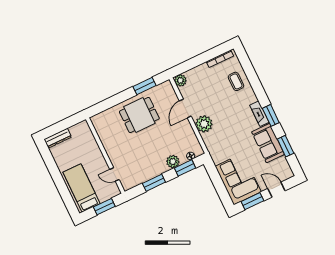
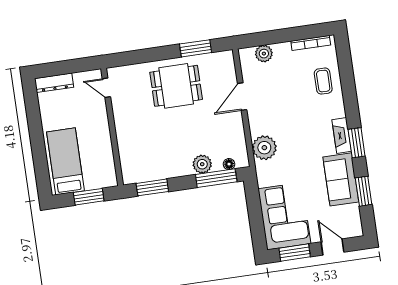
plant: (180, 80) -> (264, 54), moved
plant: (204, 124) -> (264, 148), moved
window: (185, 168) -> (216, 178), width x1.44
door: (114, 174) -> (106, 88), moved
window: (154, 183) -> (152, 187), moved

